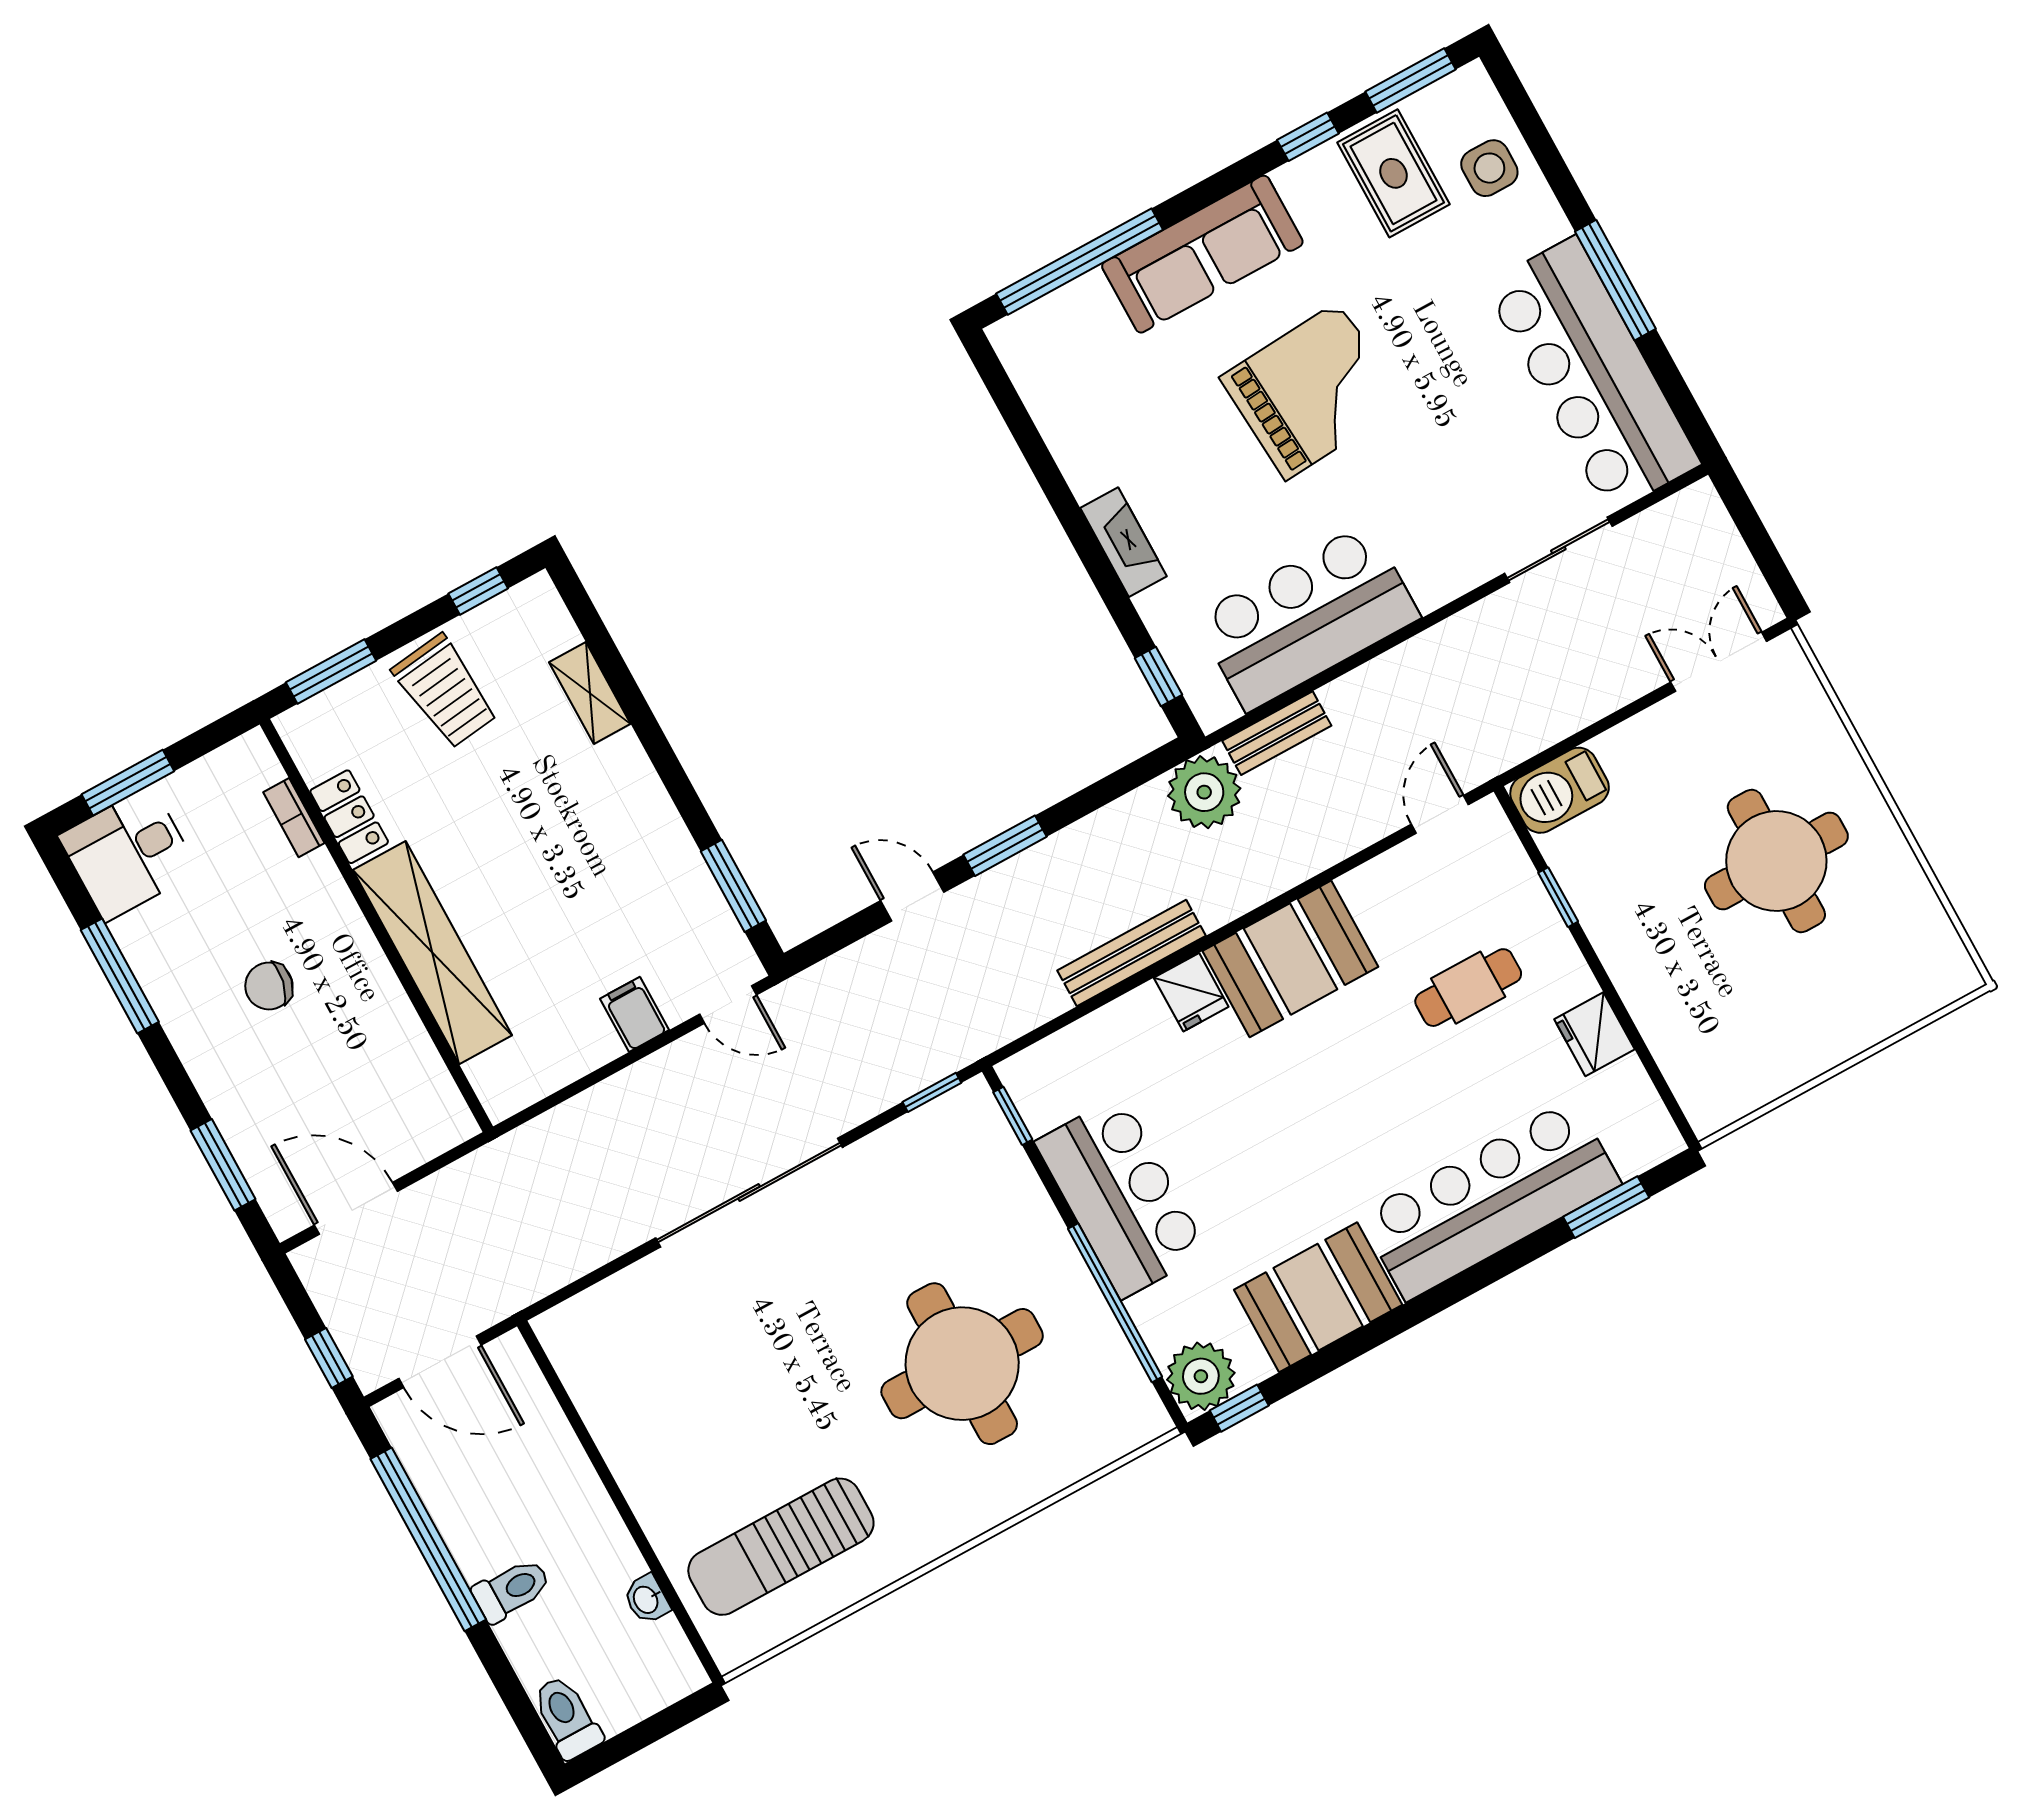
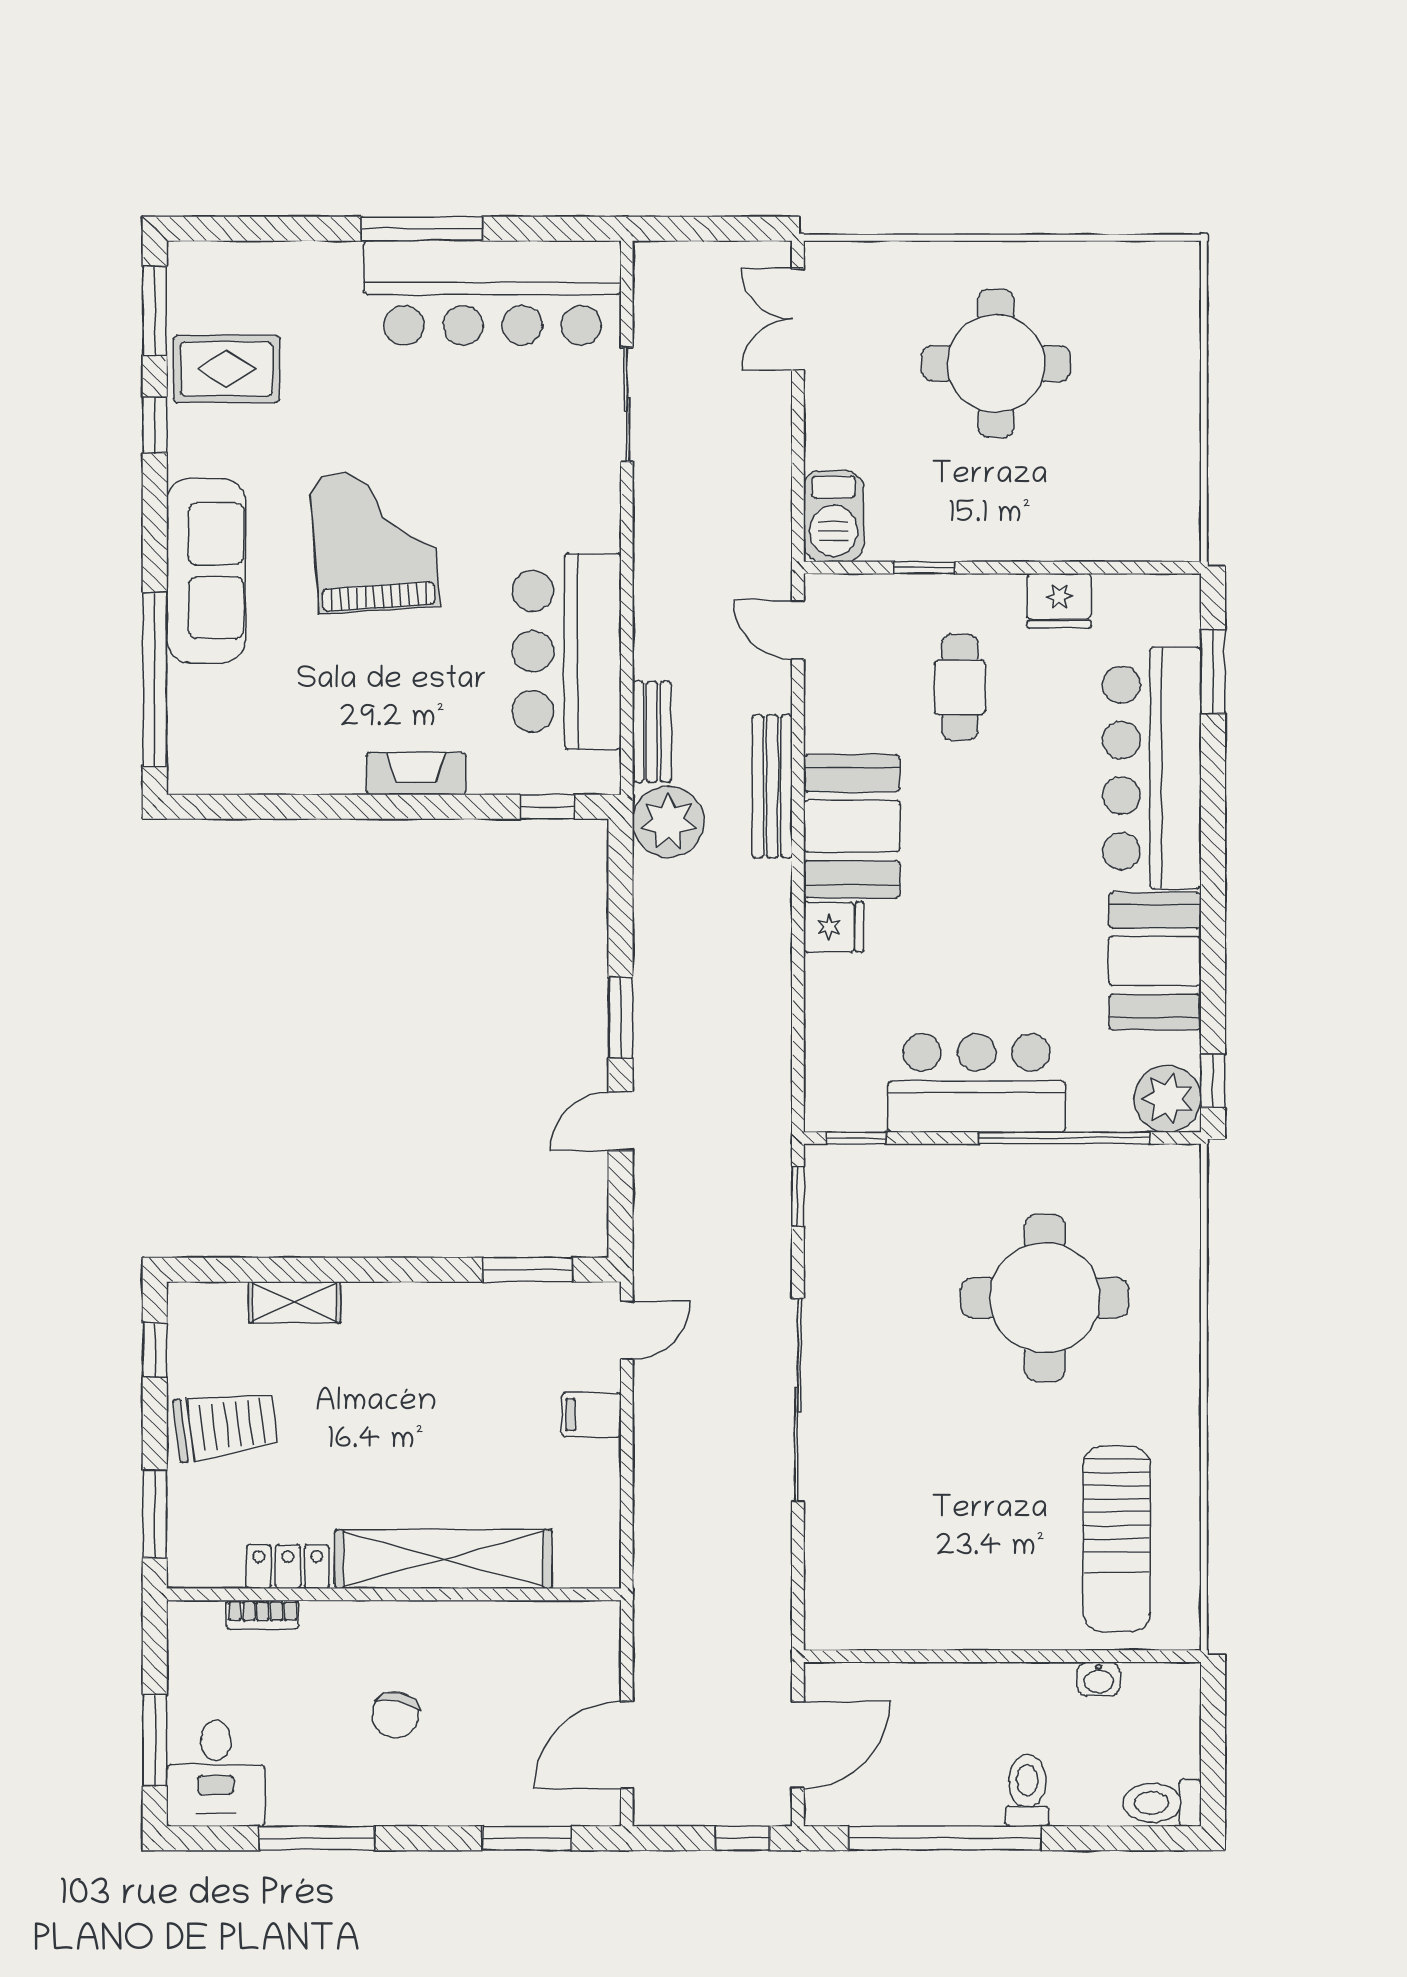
side table: (1489, 168) -> (267, 284), removed
bench: (1132, 953) -> (772, 786), moved

